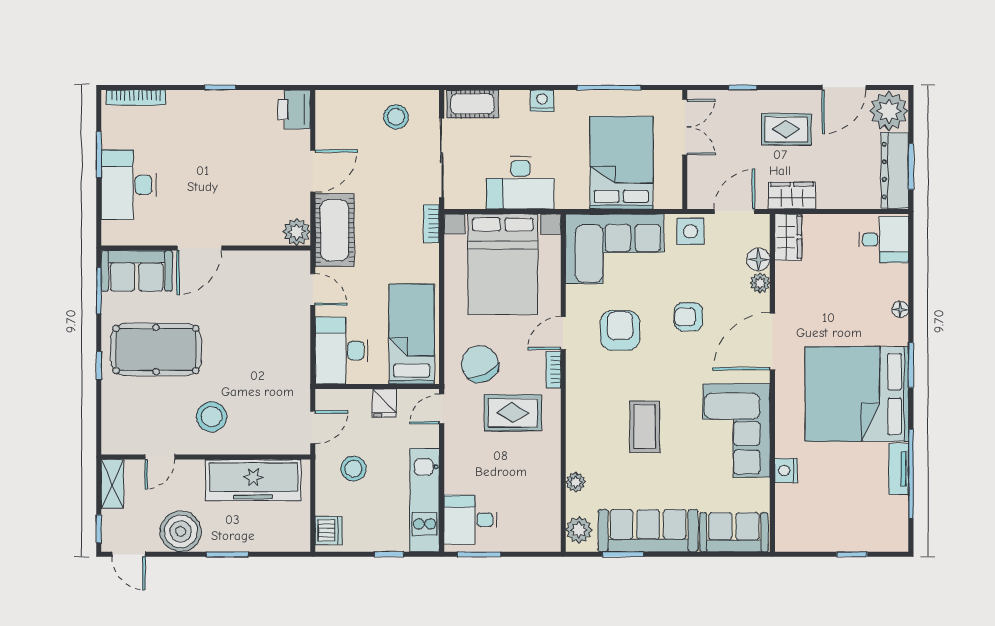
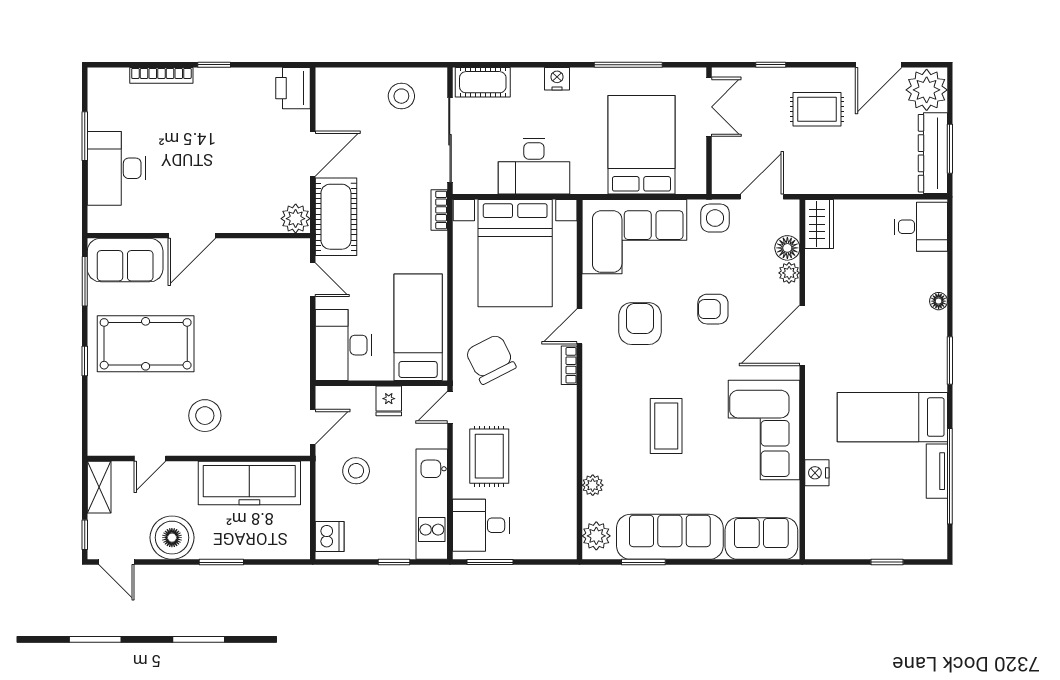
bookcase: (136, 97) -> (161, 75), moved
wardrobe: (792, 196) -> (823, 180), removed
bed: (857, 394) -> (892, 417), width x0.49
rug: (513, 413) -> (489, 456), moved, turned 90

